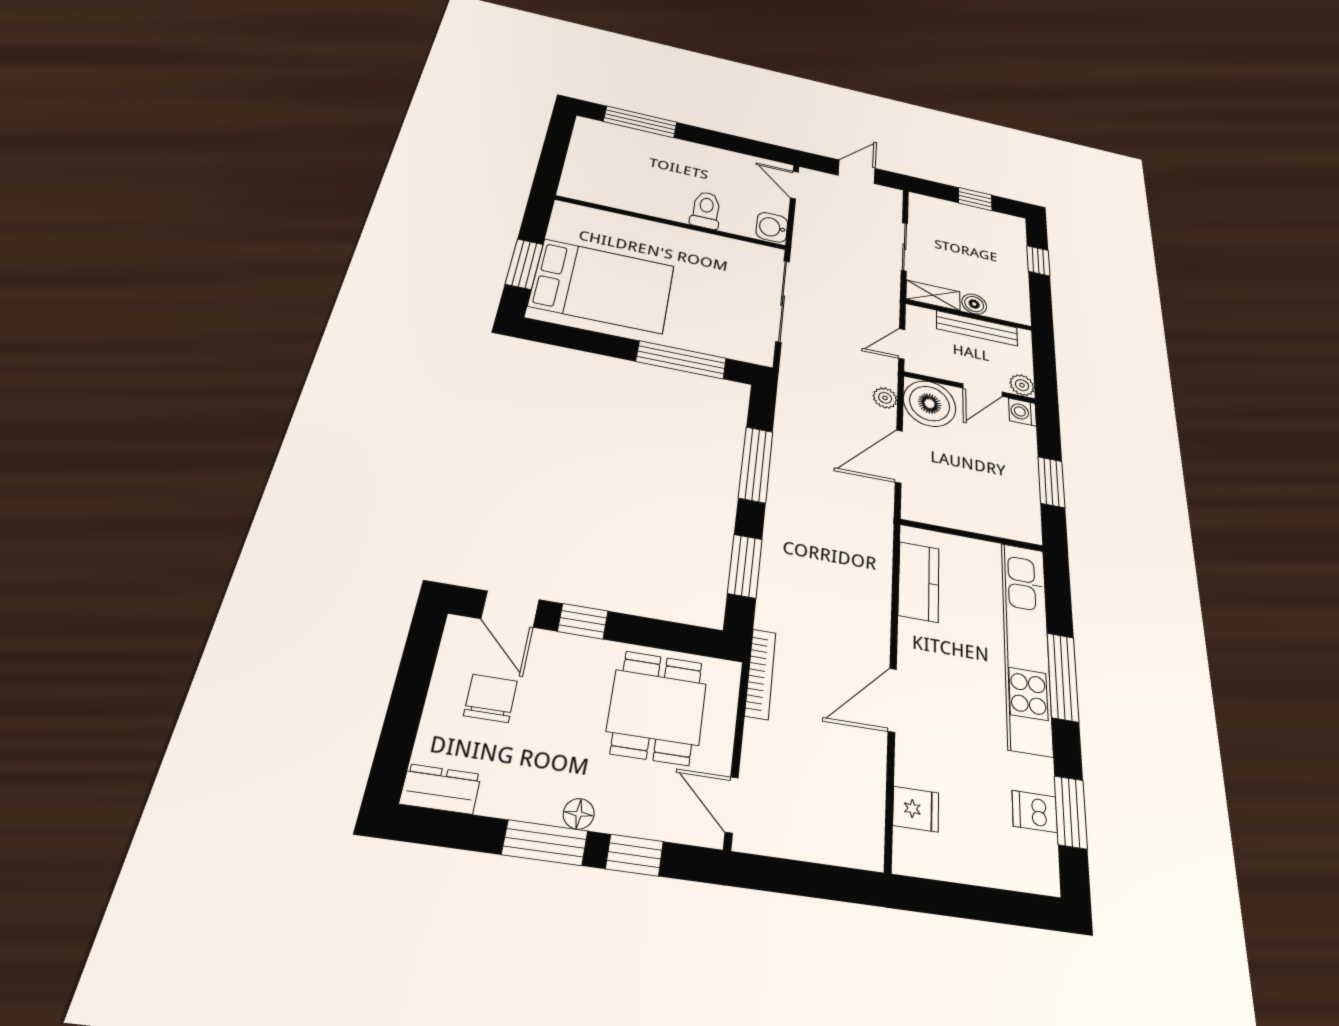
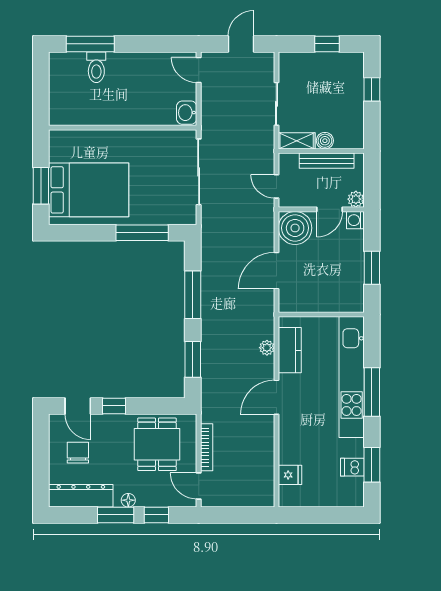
toilet: (706, 210) -> (96, 67), moved, turned 180
door: (902, 344) -> (276, 186), hinge flipped
plant: (885, 398) -> (267, 348), moved
bookcase: (760, 674) -> (207, 447), moved
door: (892, 700) -> (276, 397), moved
dresser: (440, 789) -> (81, 496), width x1.96, depth x1.24

